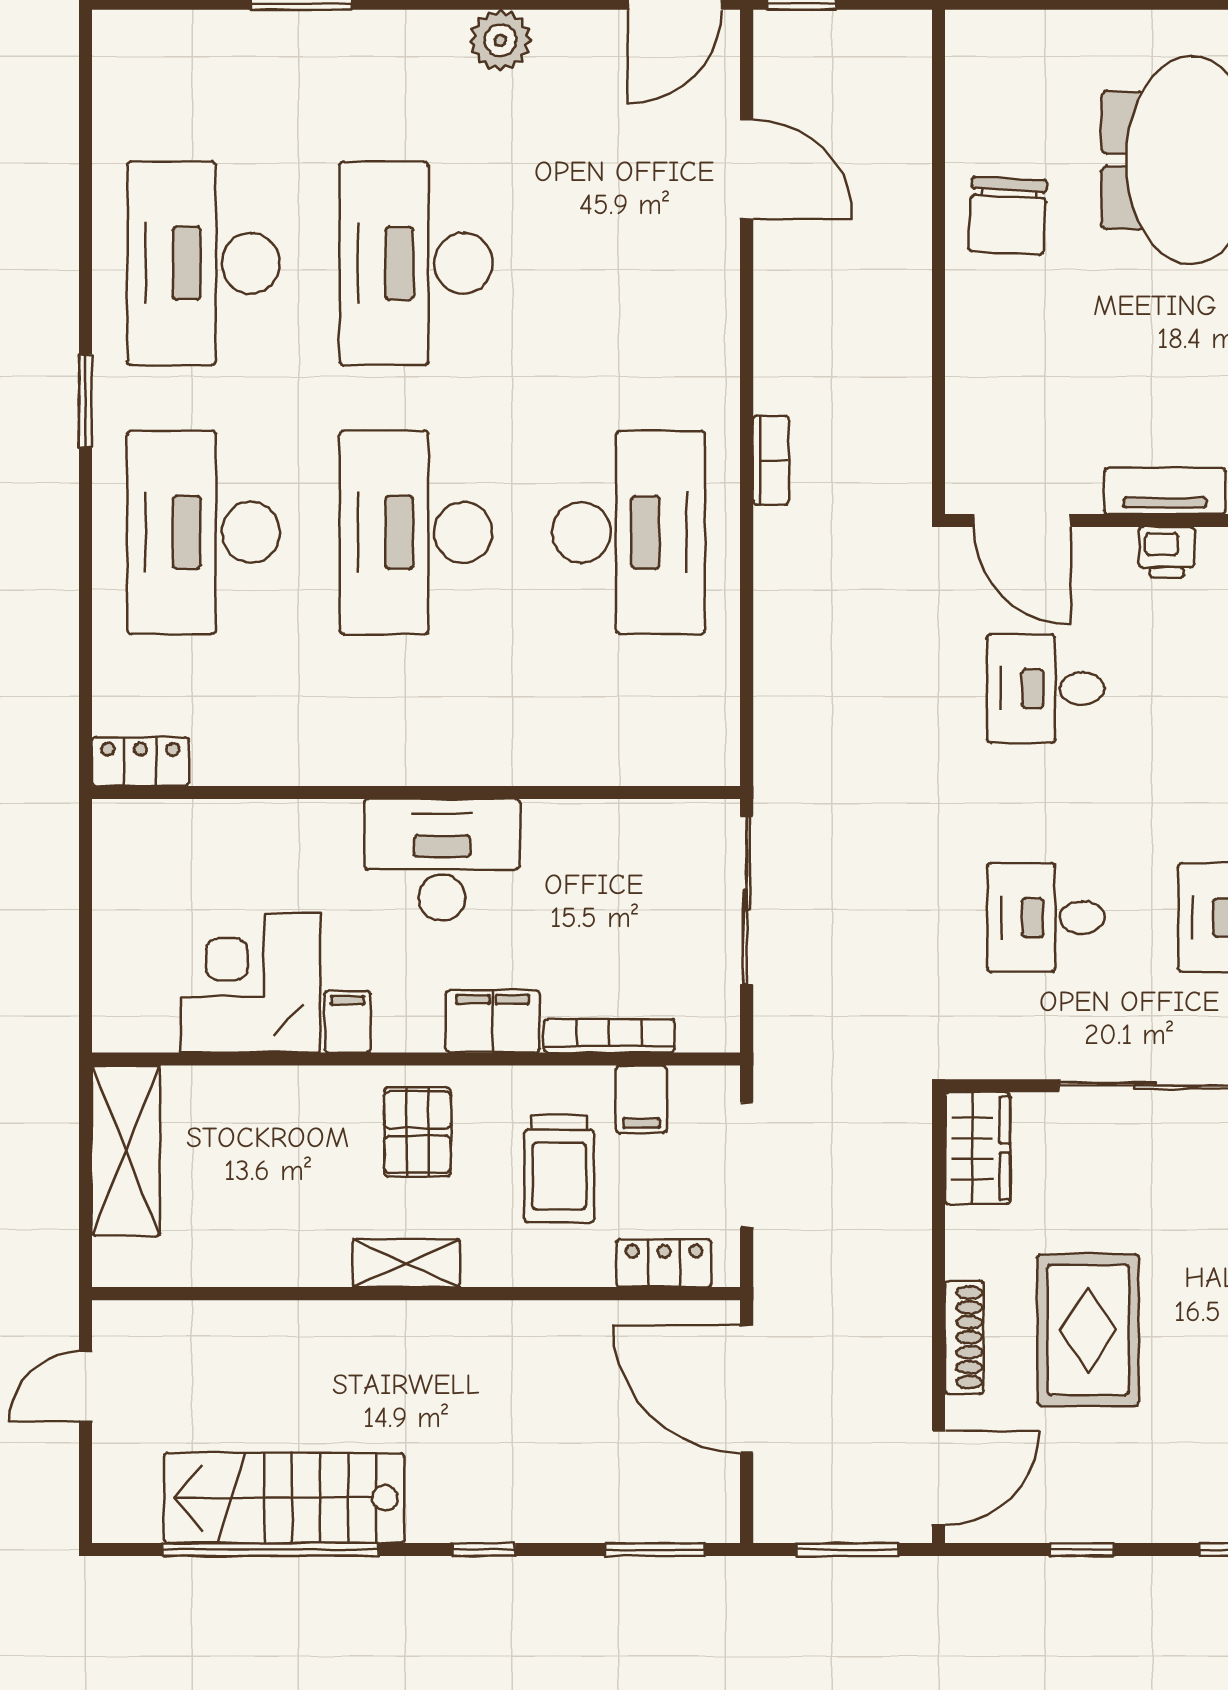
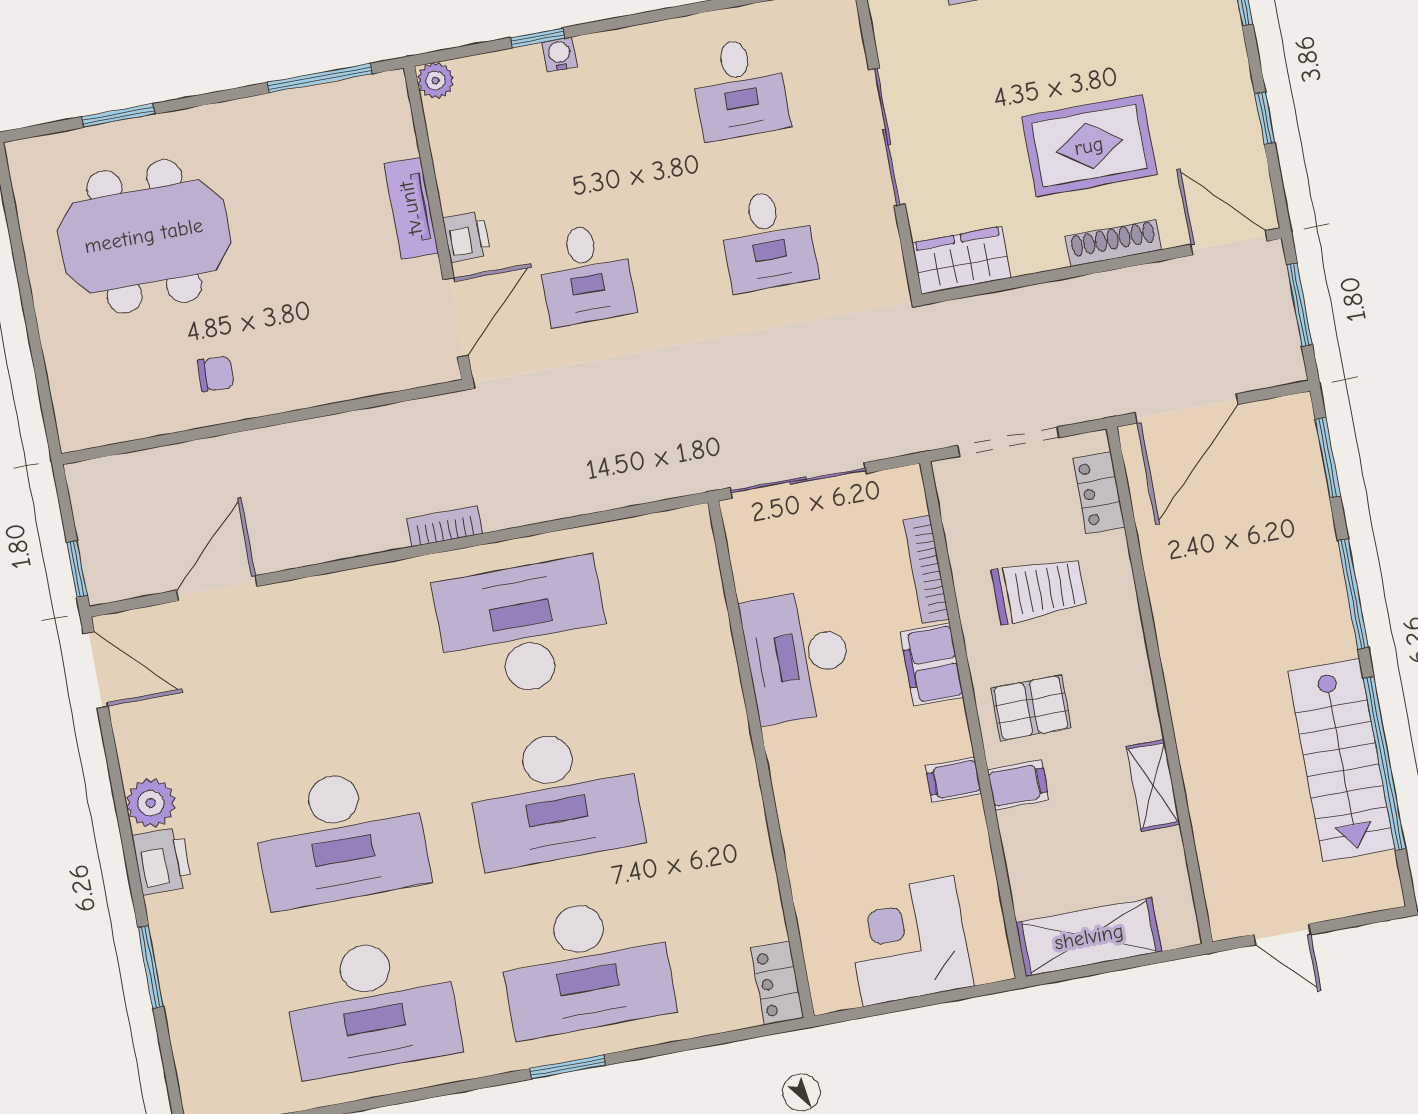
printer: (427, 41) -> (162, 861), added
chair: (1008, 216) -> (216, 374), width x0.54, depth x0.54
window: (85, 401) -> (568, 1067), moved
printer: (1167, 552) -> (467, 236), moved
desk: (442, 860) -> (797, 656), moved
corner desk: (250, 983) -> (909, 941), moved, turned 90
filing cabinet: (641, 1099) -> (1018, 785), moved
shelving: (406, 1263) -> (1153, 785), moved
window: (484, 1550) -> (1353, 594), width x2.17

